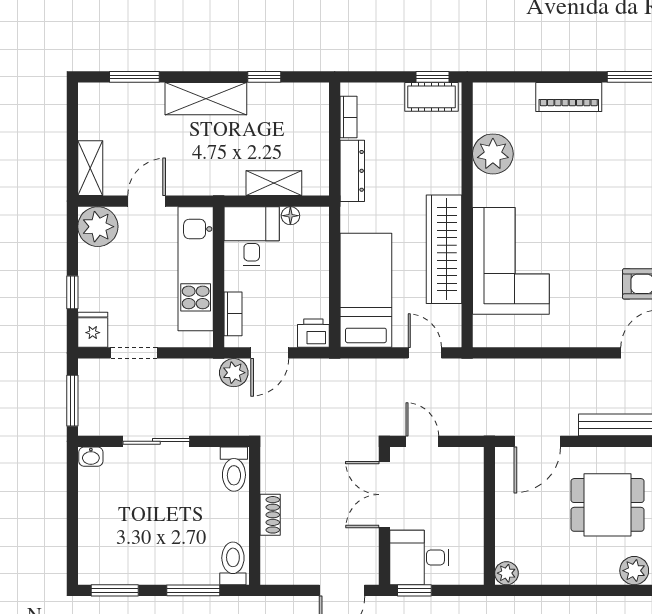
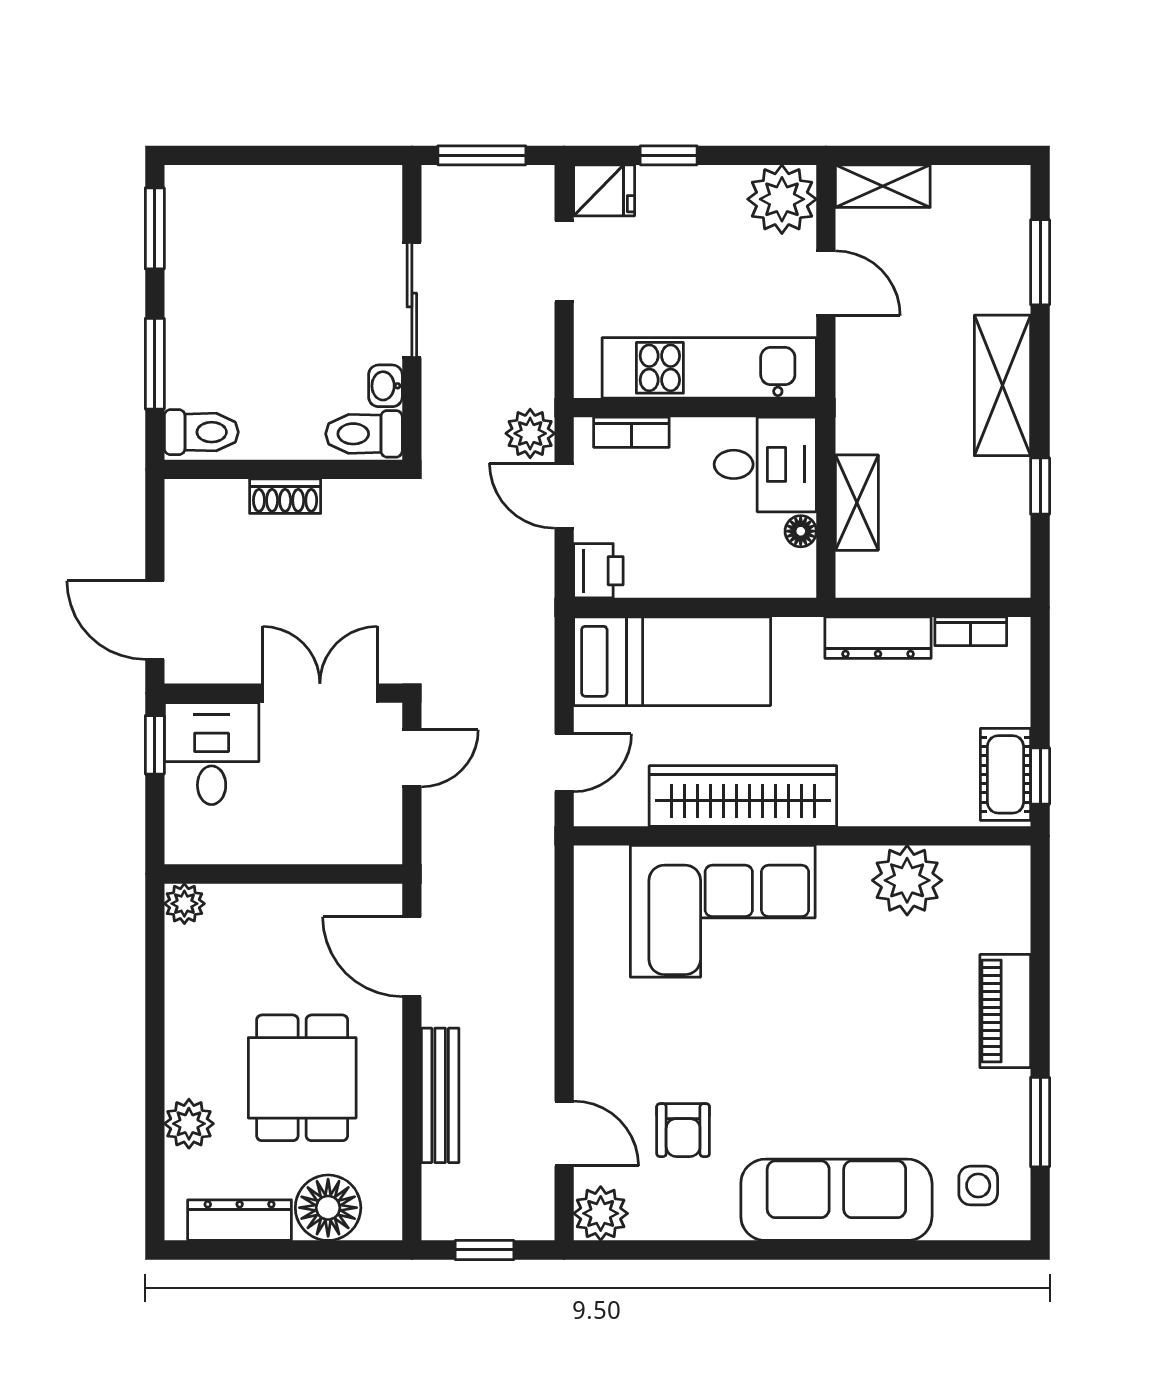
washbasin: (91, 457) -> (385, 386), moved

